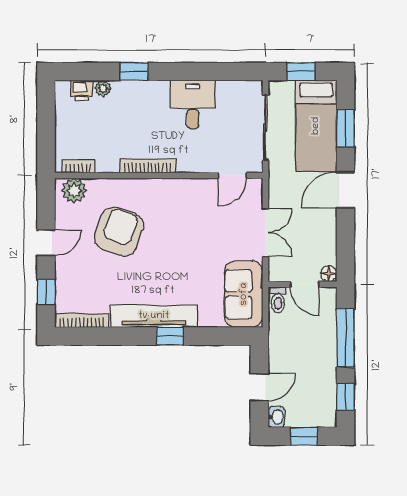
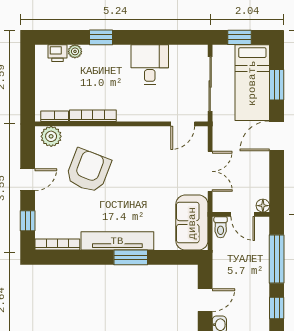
bookcase: (148, 166) -> (93, 116), moved
window: (170, 336) -> (131, 257), width x1.50

